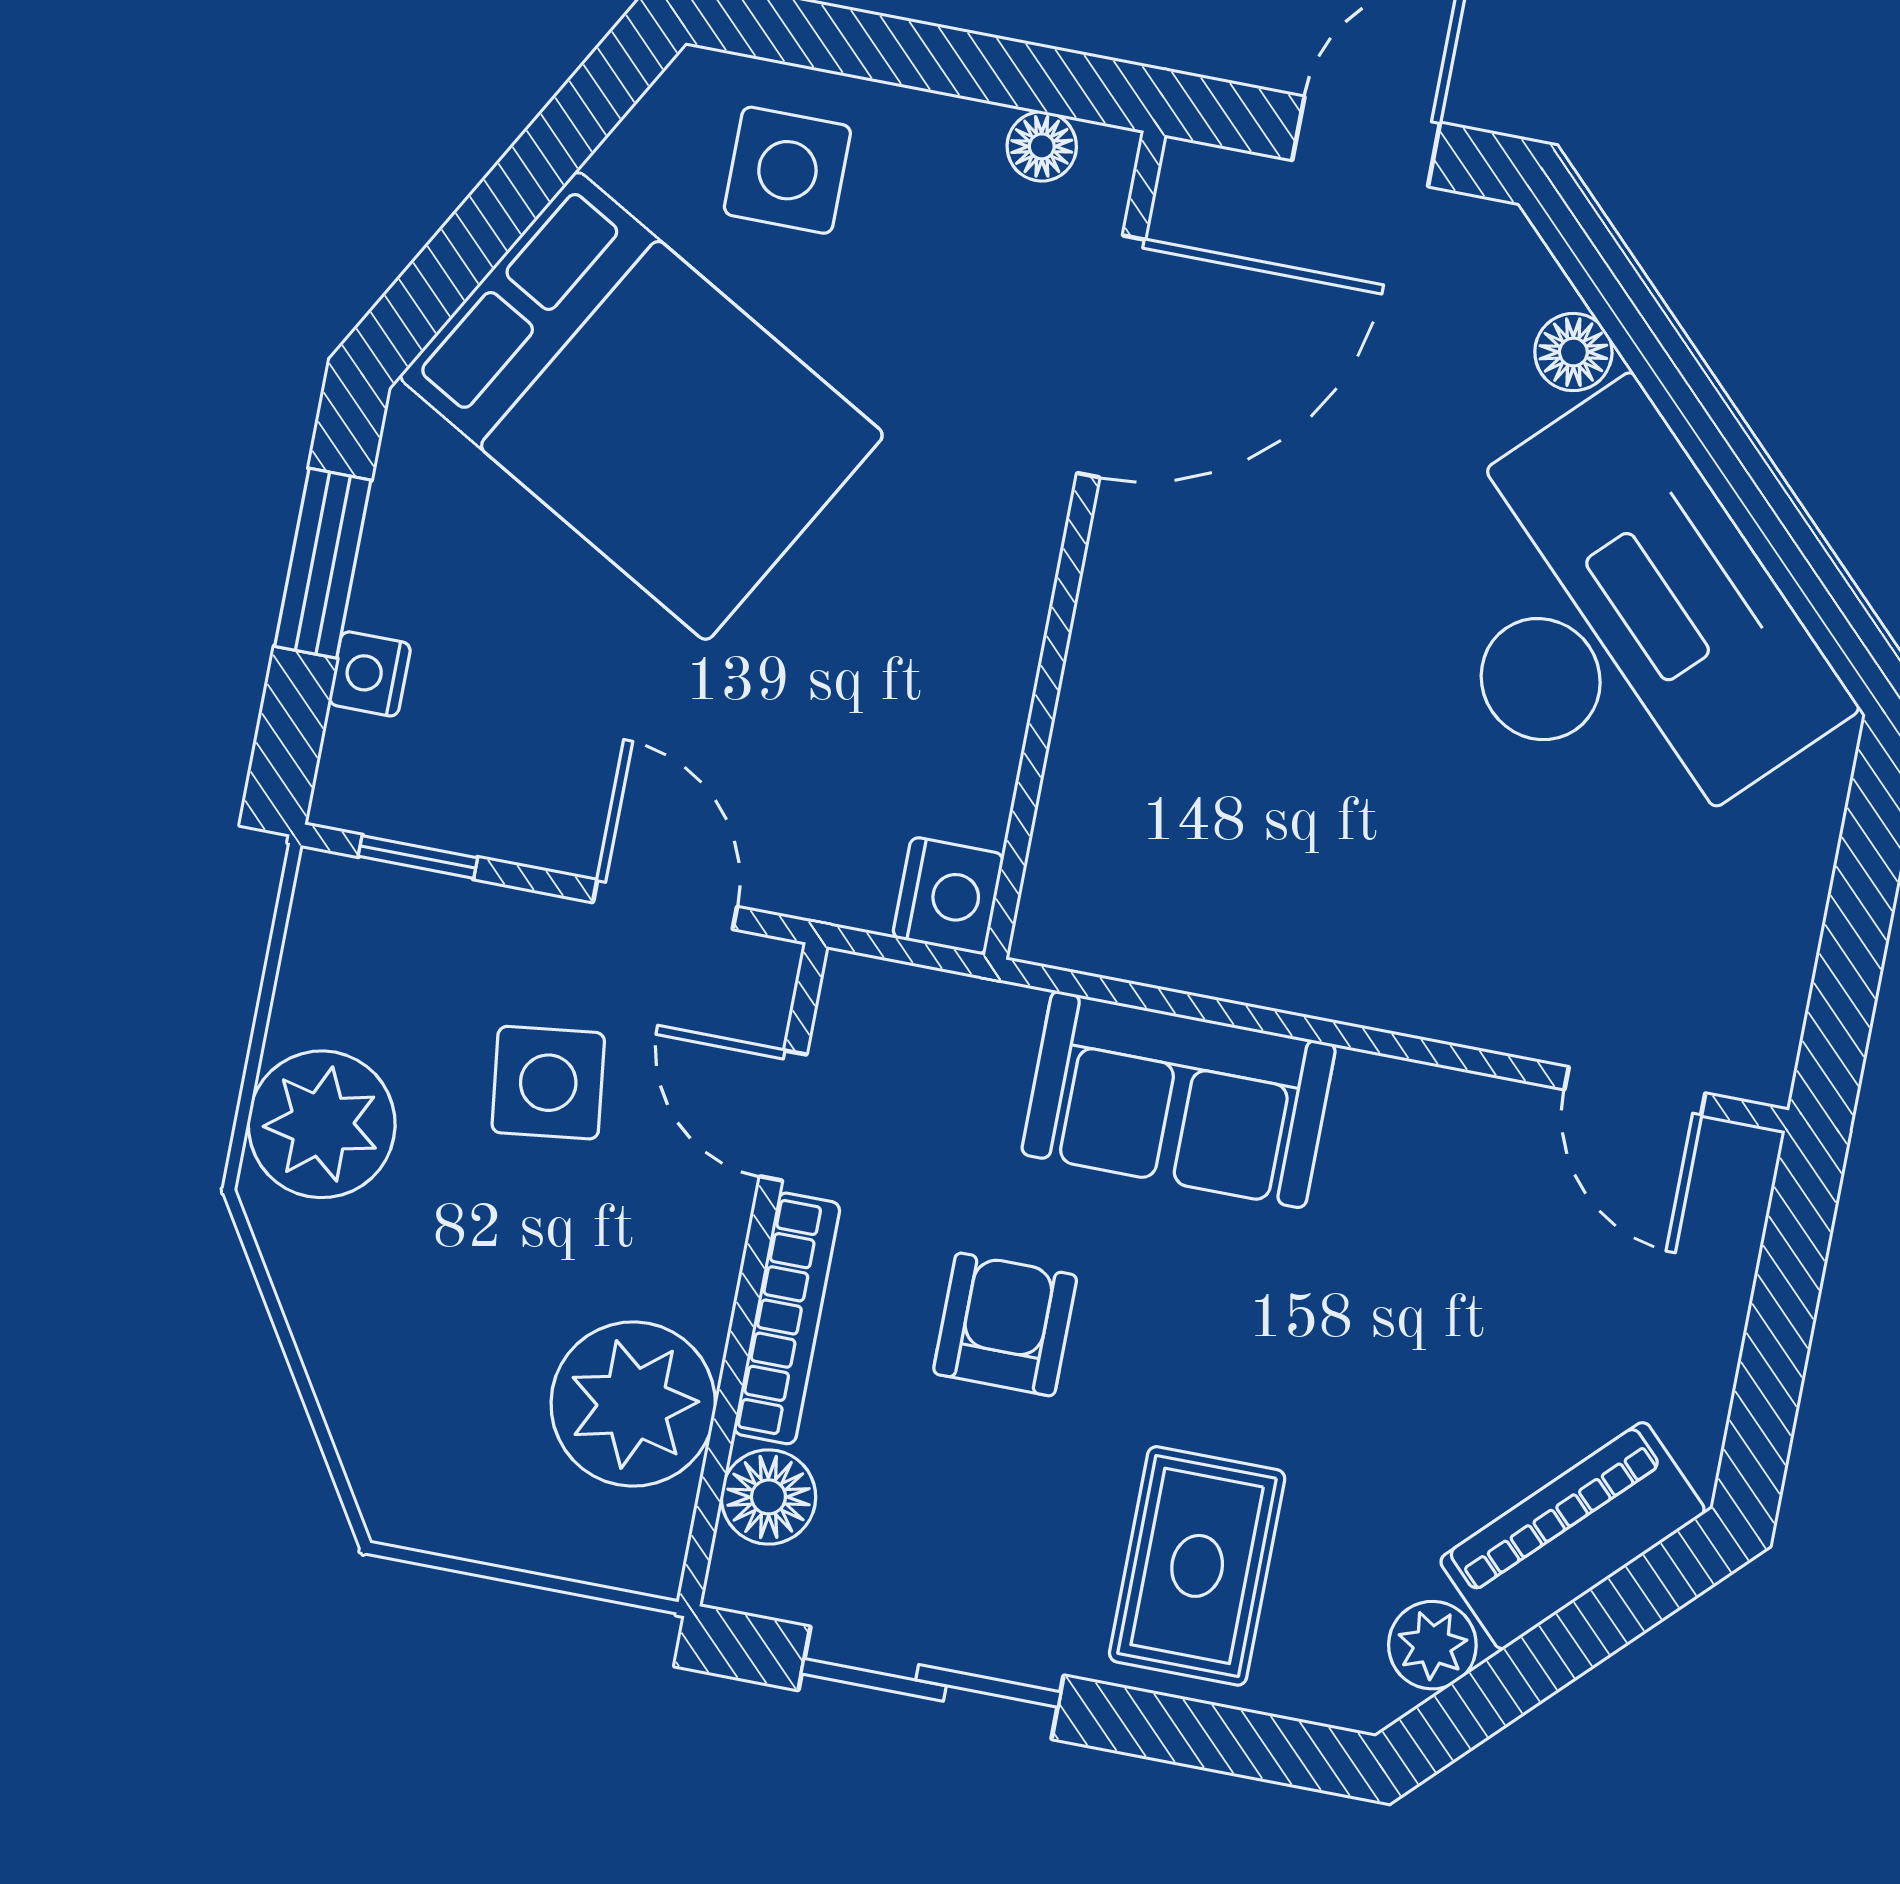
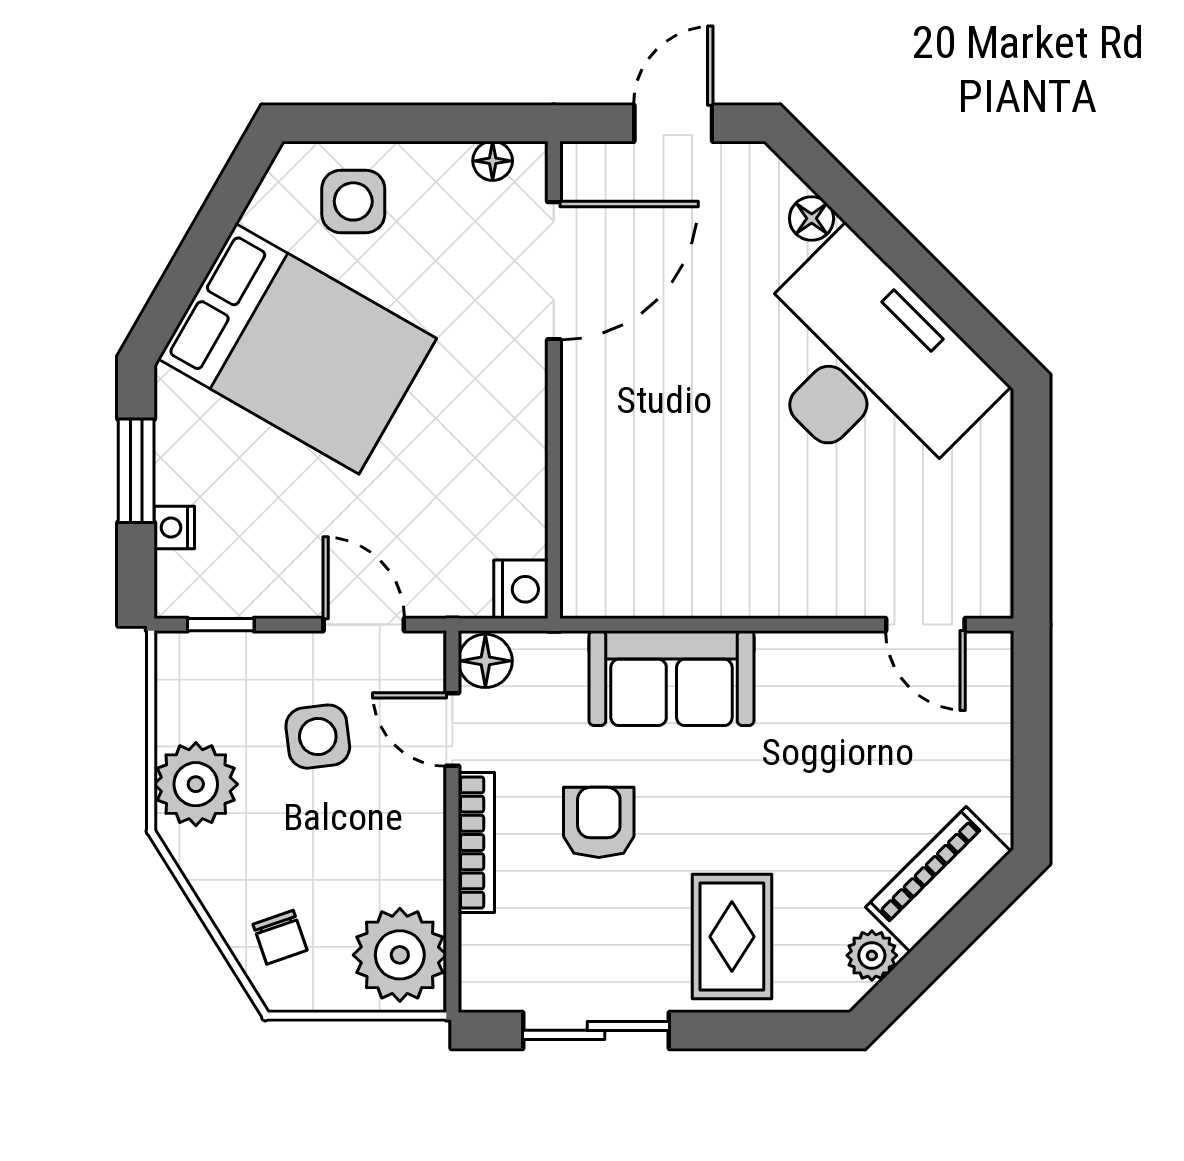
plant: (633, 1404) -> (400, 955), moved
chair: (416, 1417) -> (280, 937), added
floor lamp: (768, 1497) -> (485, 661), moved

